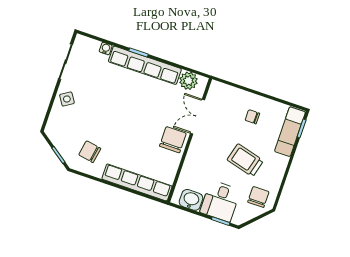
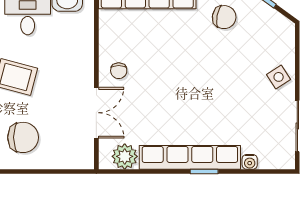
chair: (252, 117) -> (23, 137), width x1.87, depth x1.87
chair: (173, 140) -> (119, 71), width x0.54, depth x0.54

